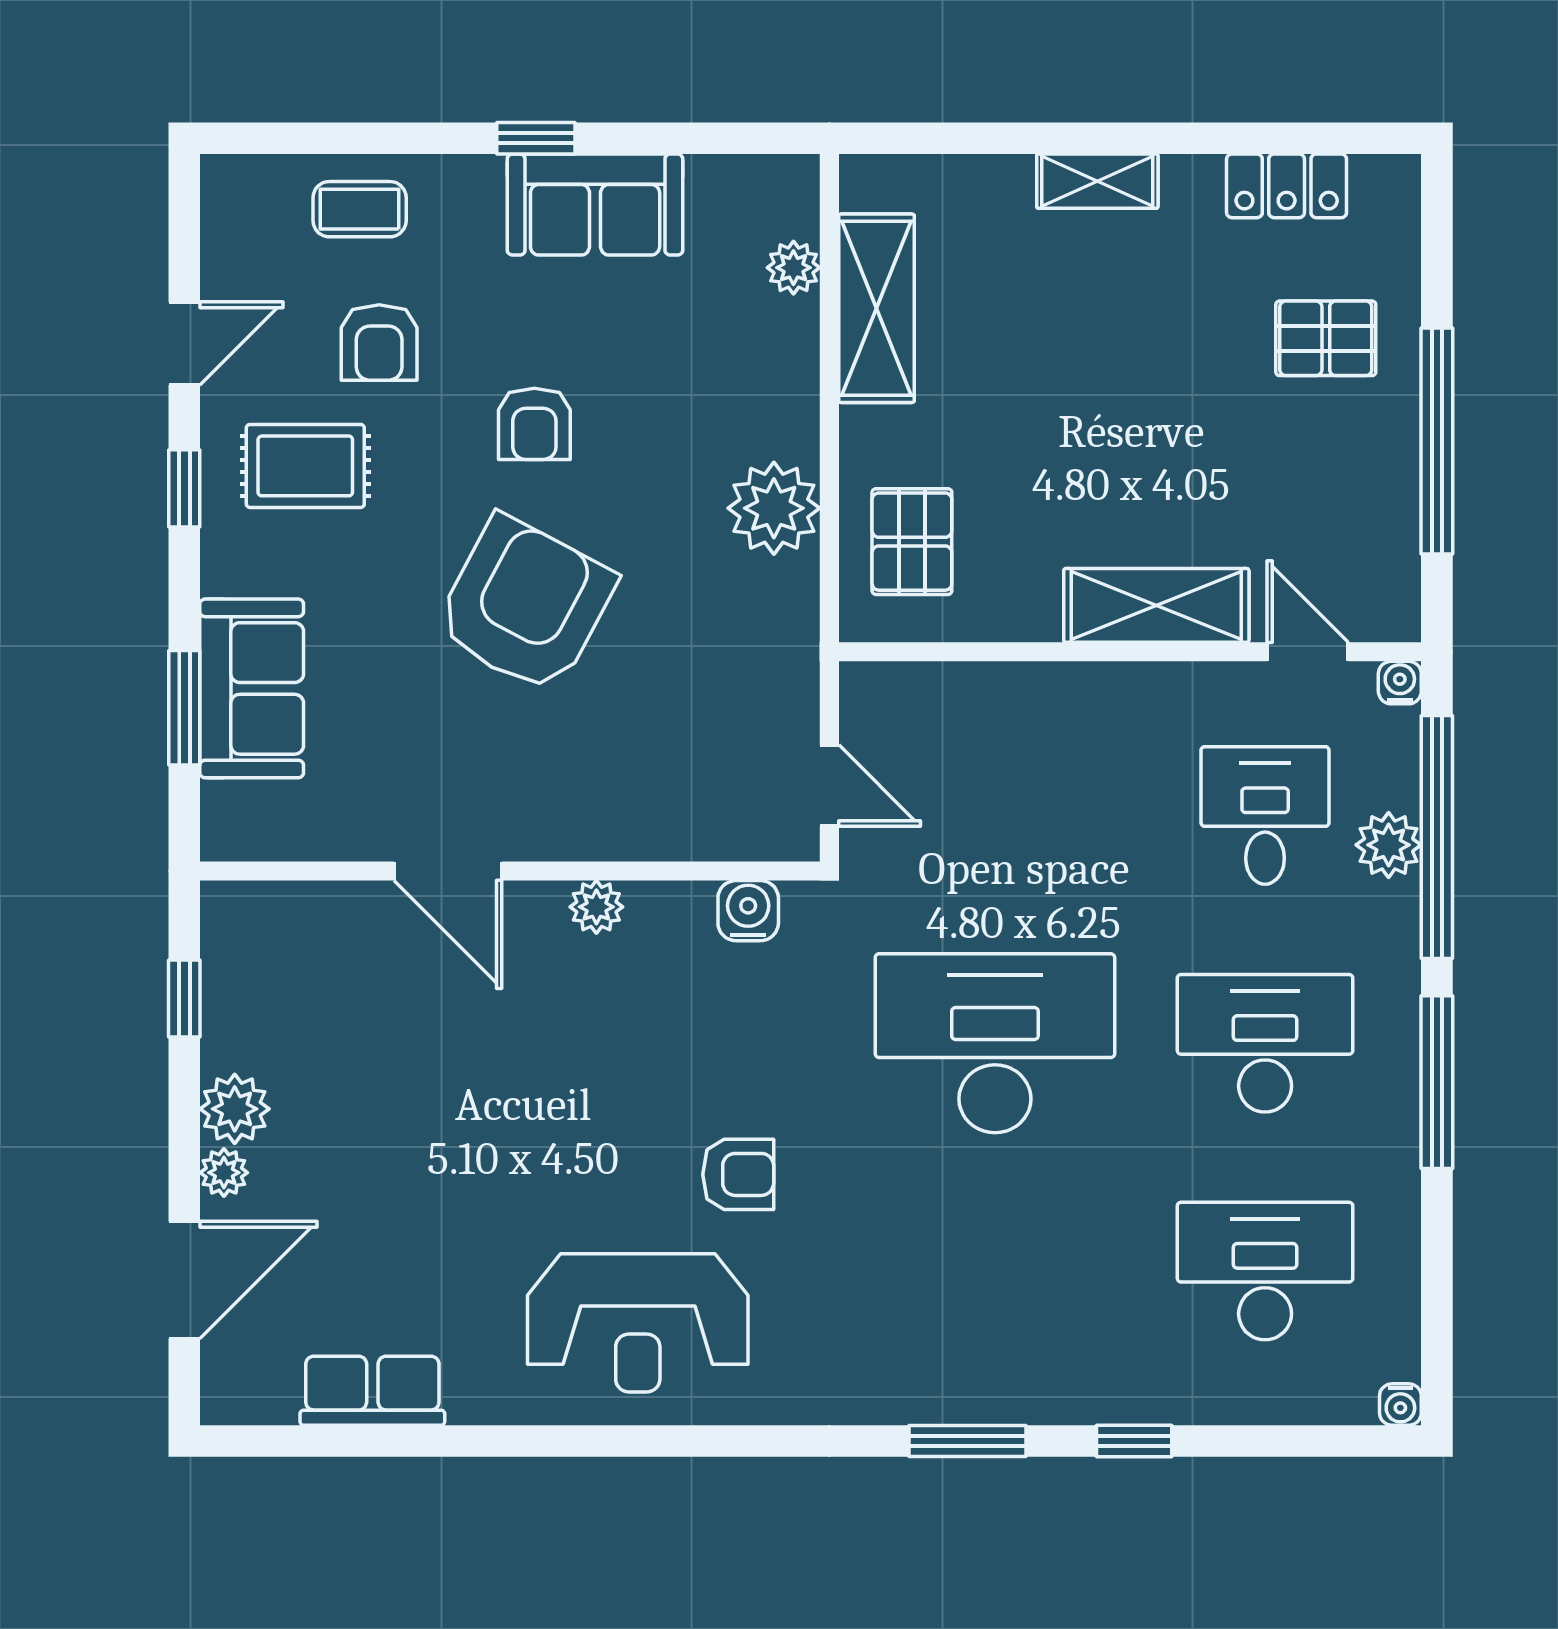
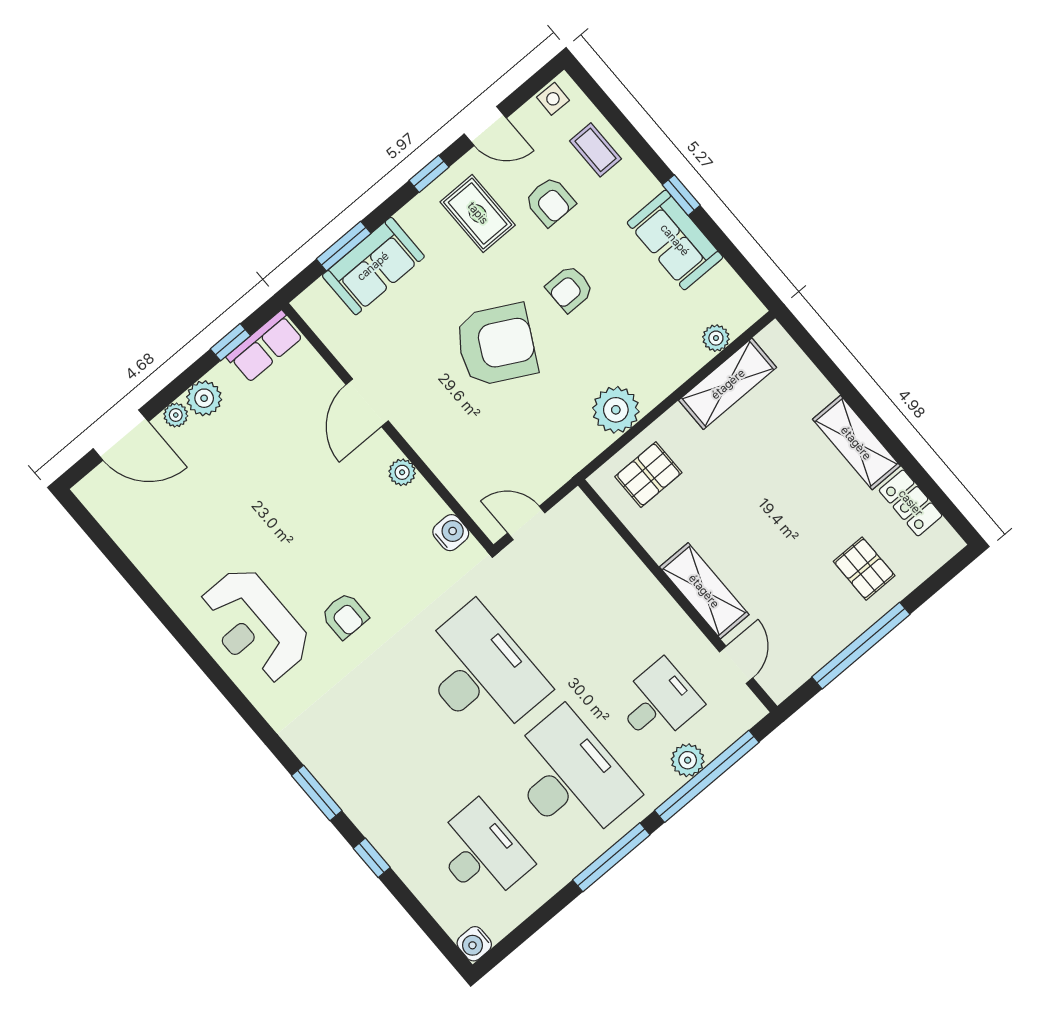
shelving: (1097, 181) -> (856, 443), width x1.50, depth x1.33
side table: (229, 208) -> (553, 99), added
armchair: (379, 343) -> (550, 201), turned -90
water cooler: (1400, 683) -> (755, 711), removed
door: (829, 785) -> (526, 523), swing flipped
desk: (1265, 1043) -> (570, 778), width x1.36, depth x1.30
row of seats: (372, 1391) -> (265, 347), moved, turned 90
water cooler: (1400, 1404) -> (474, 944), width x1.38, depth x1.38

